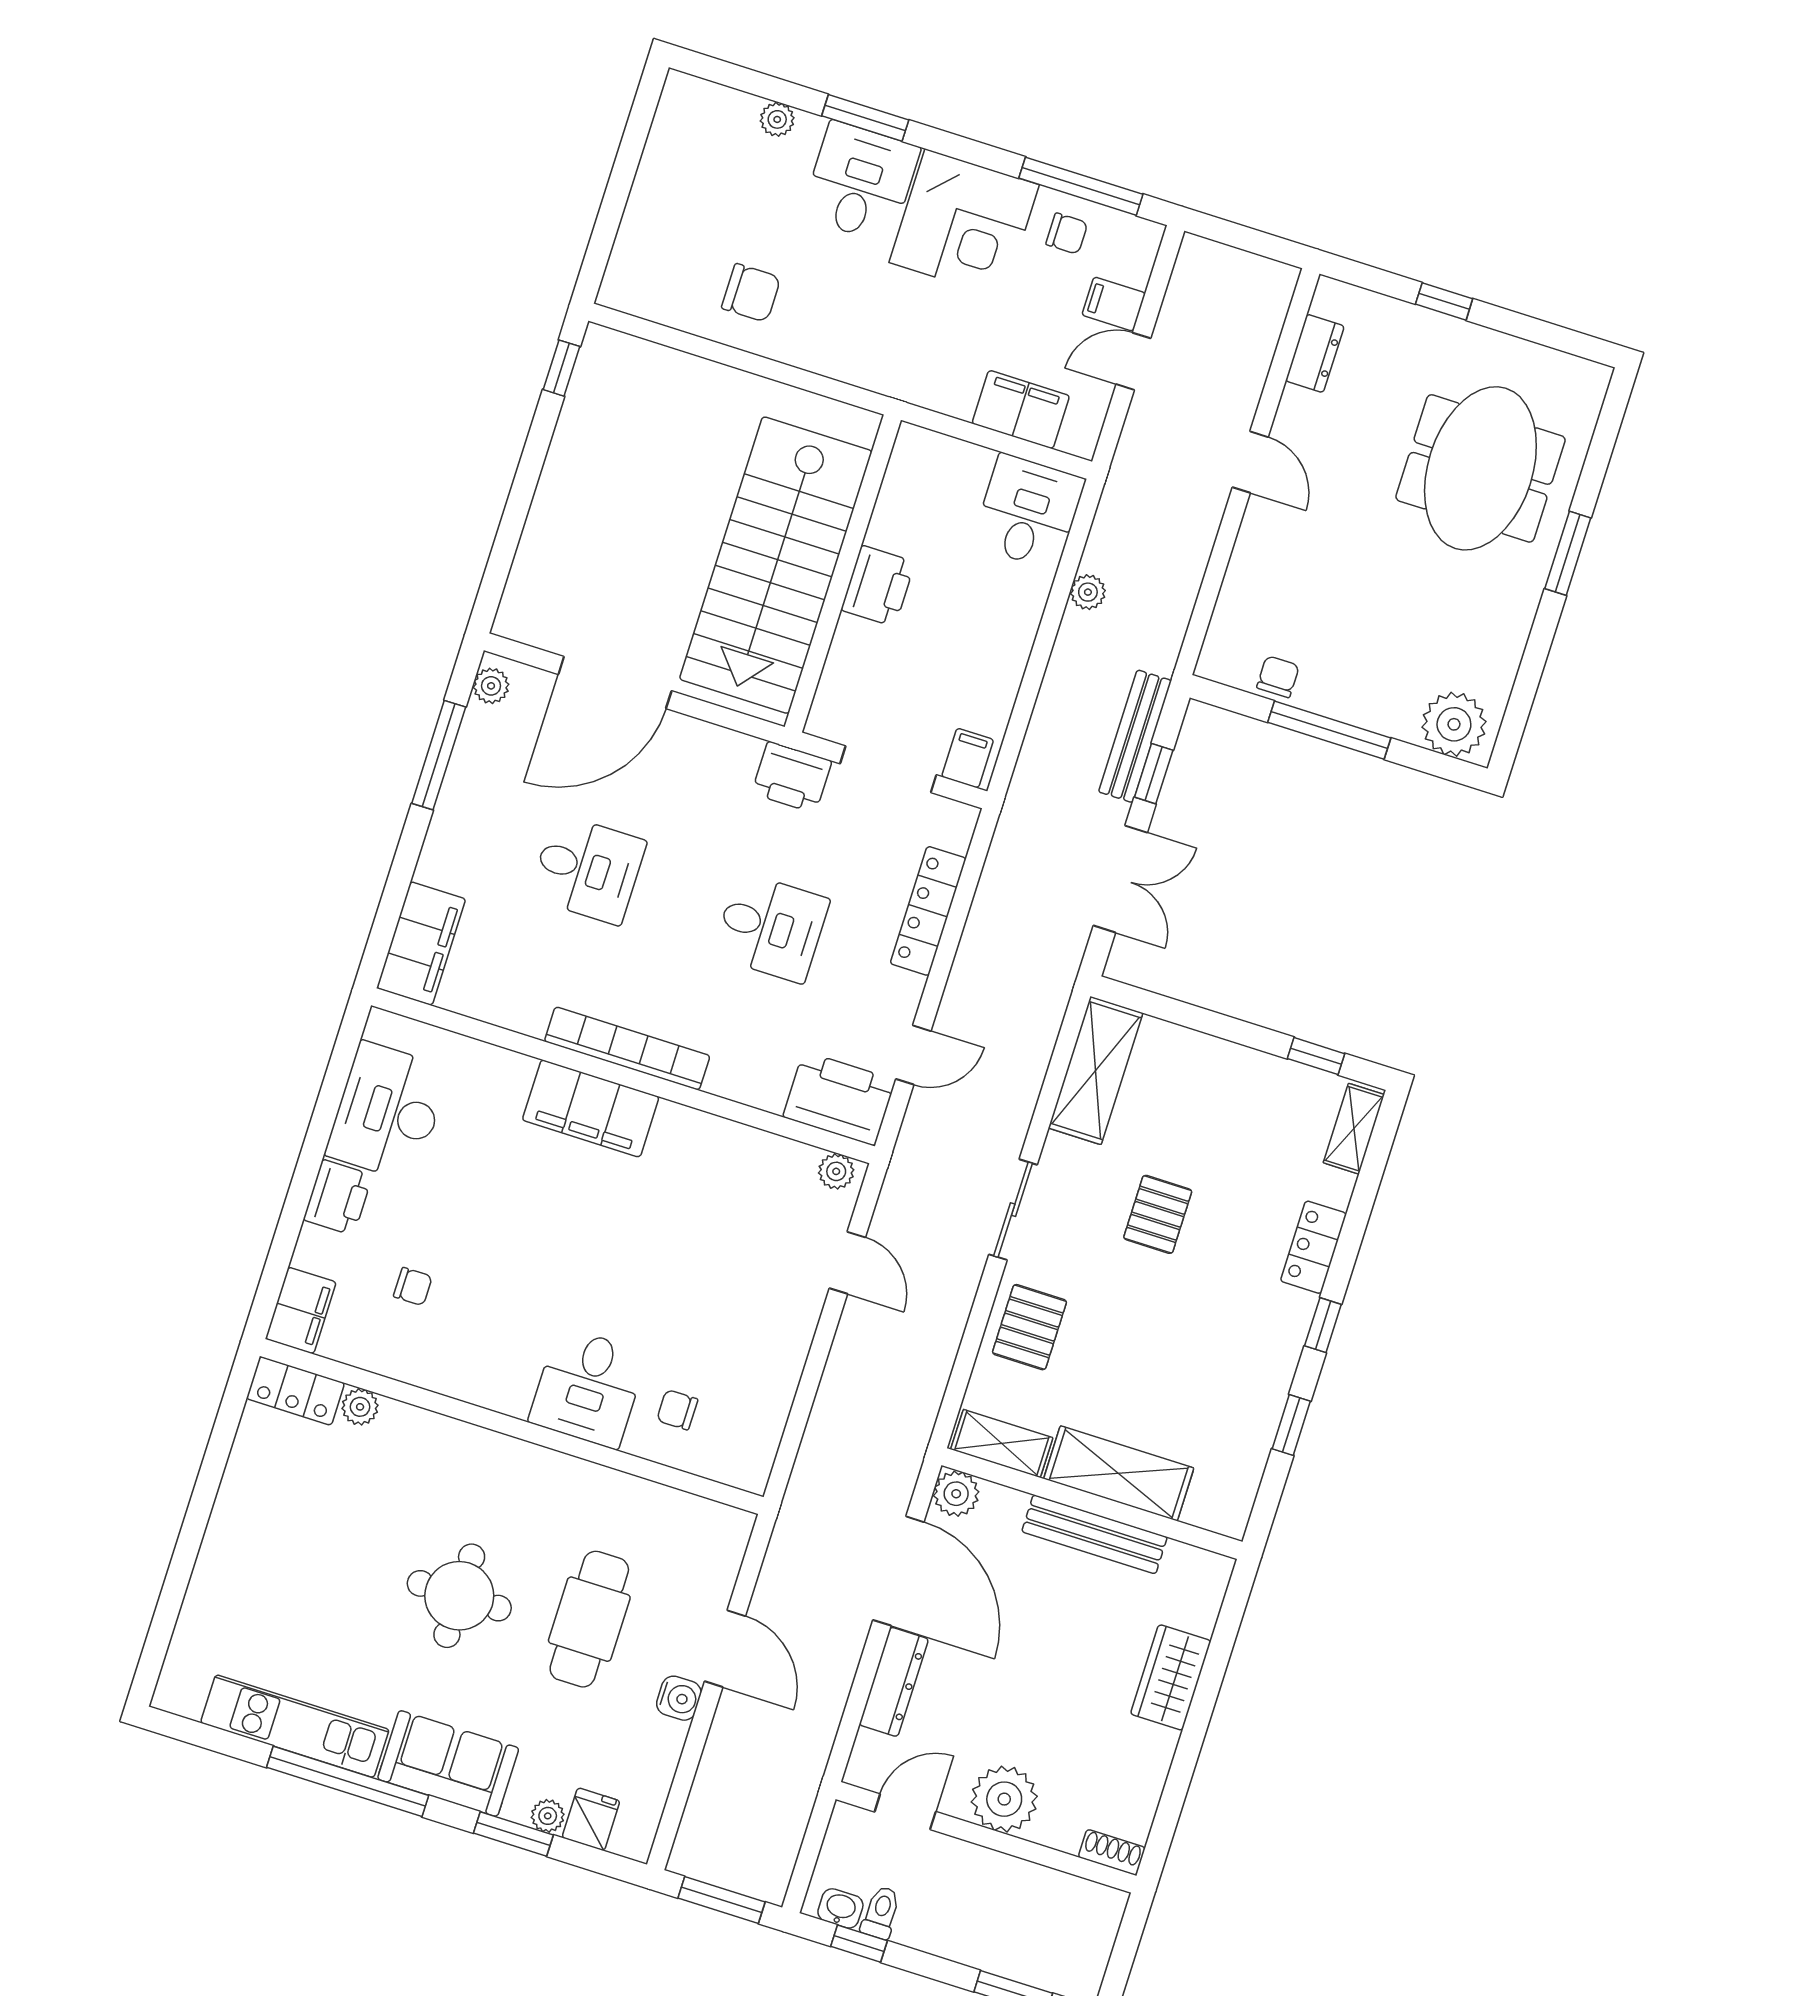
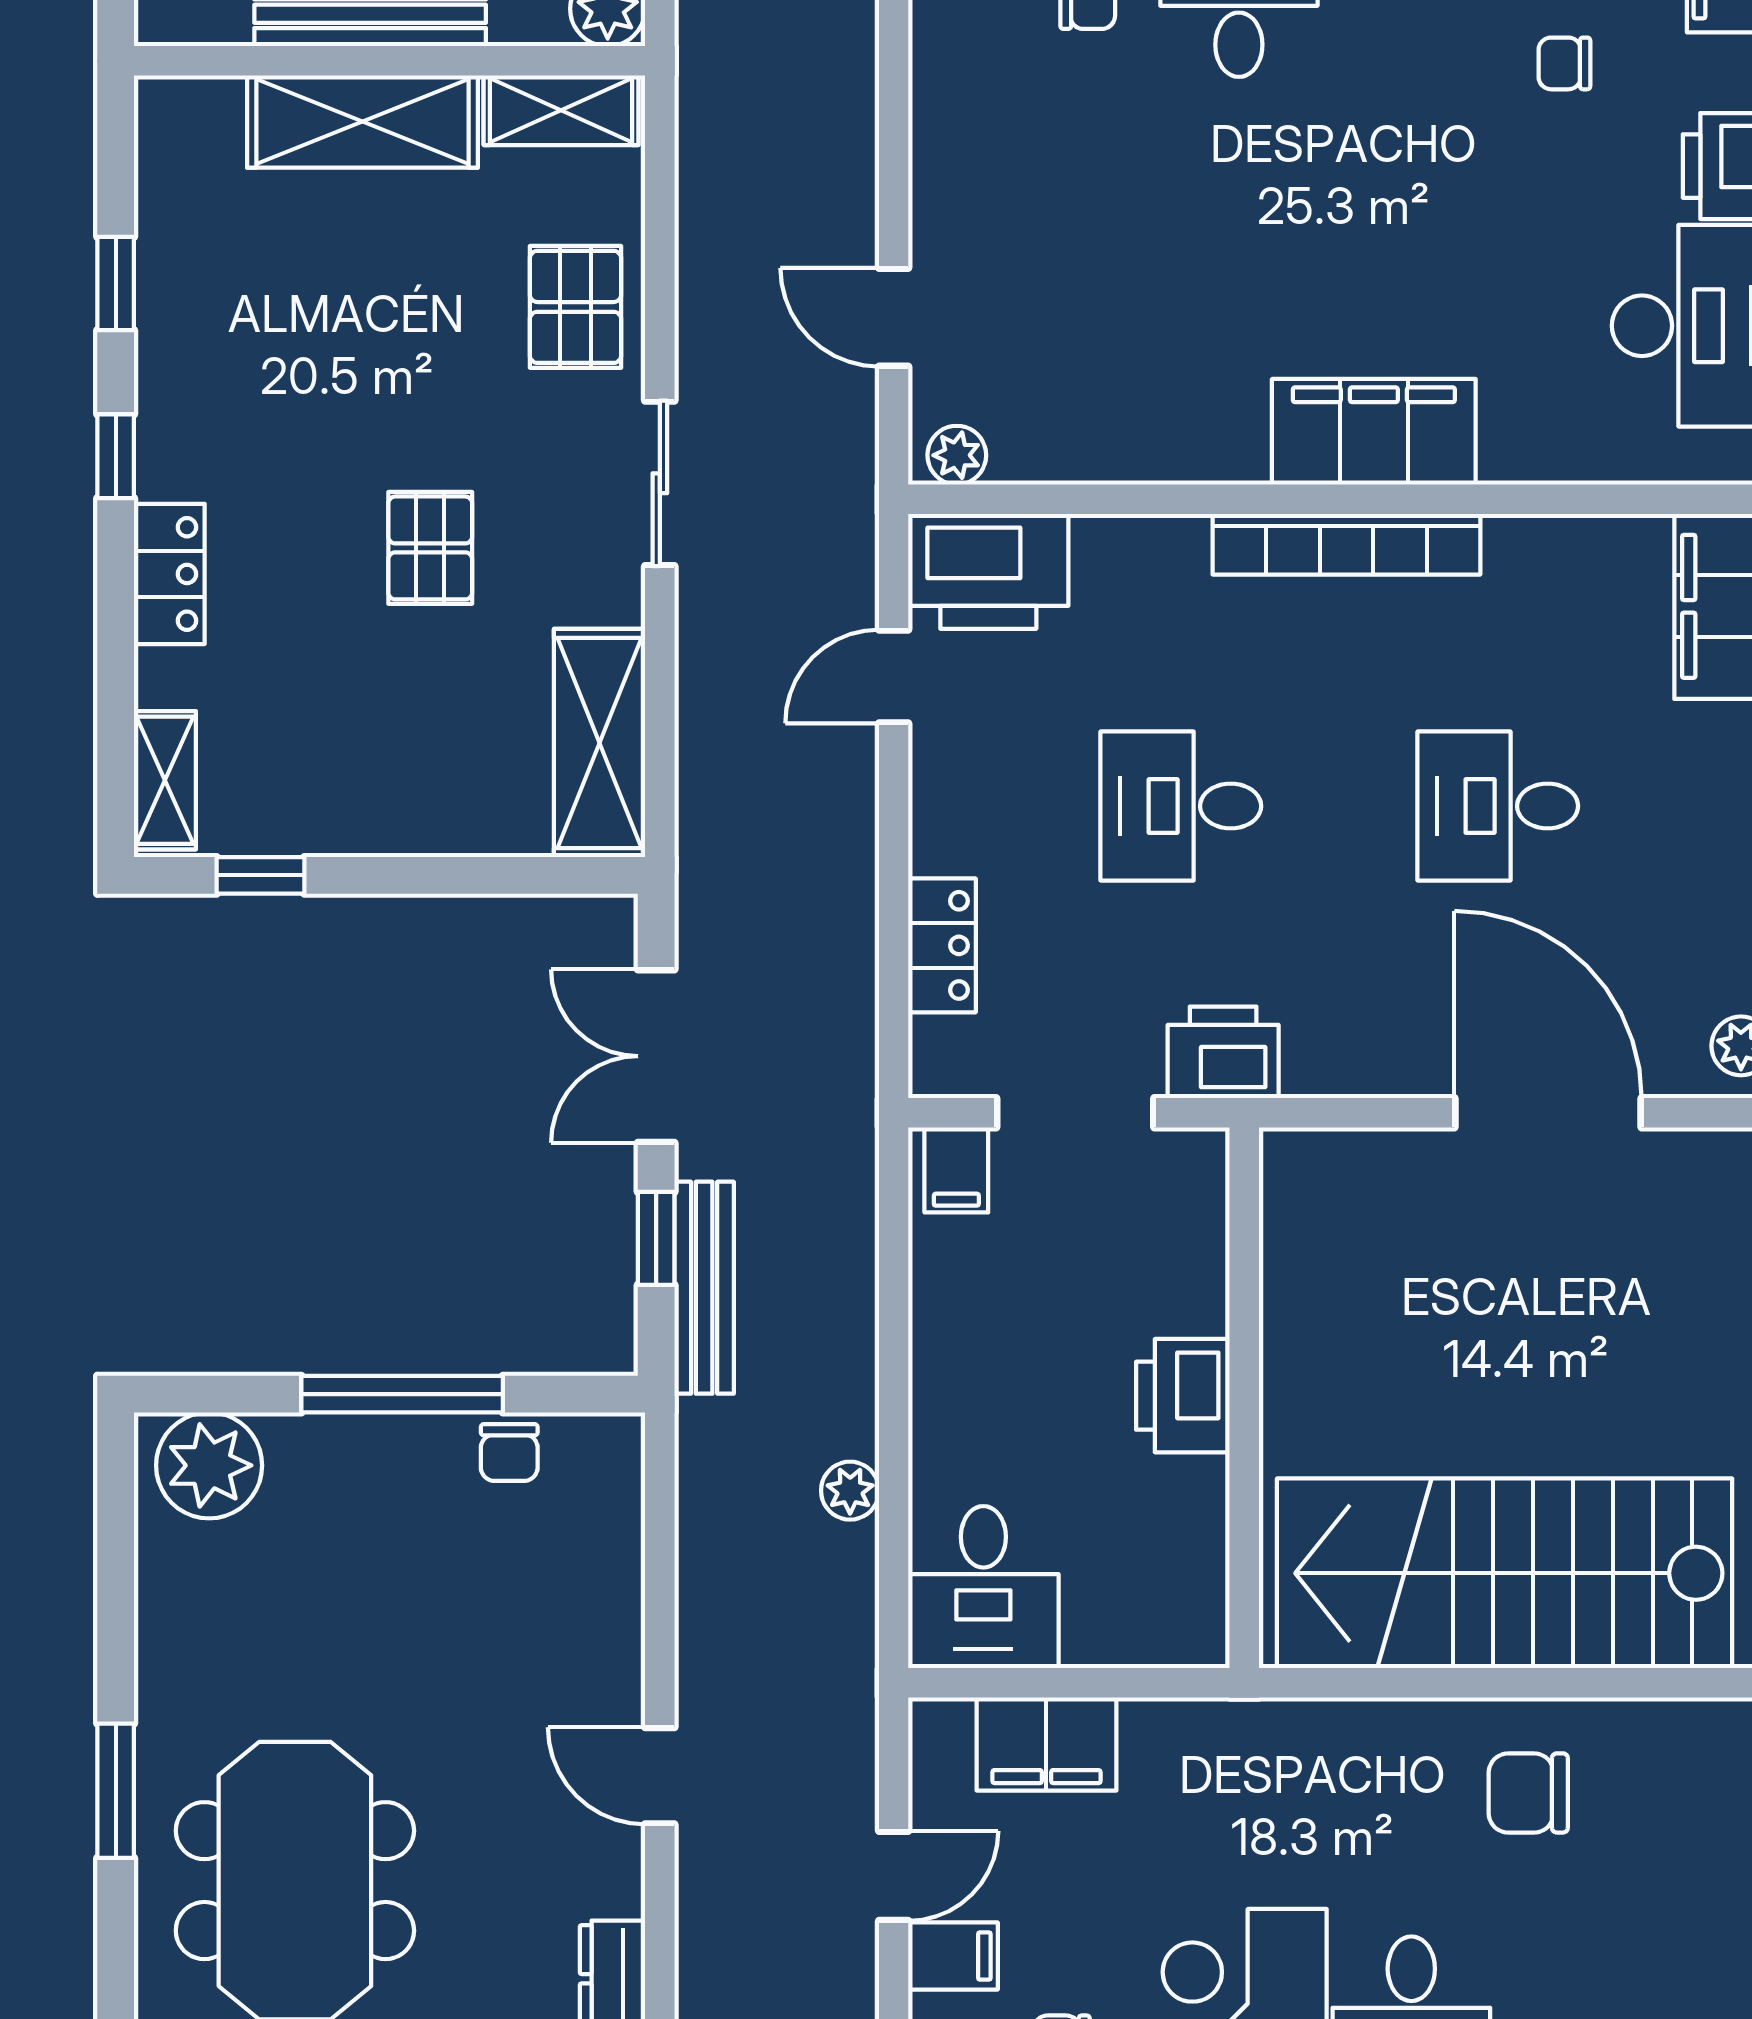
stairs: (776, 565) -> (1505, 1573), moved, turned -90
door: (615, 683) -> (1548, 1113), hinge flipped
locker: (928, 911) -> (942, 945), width x0.66

